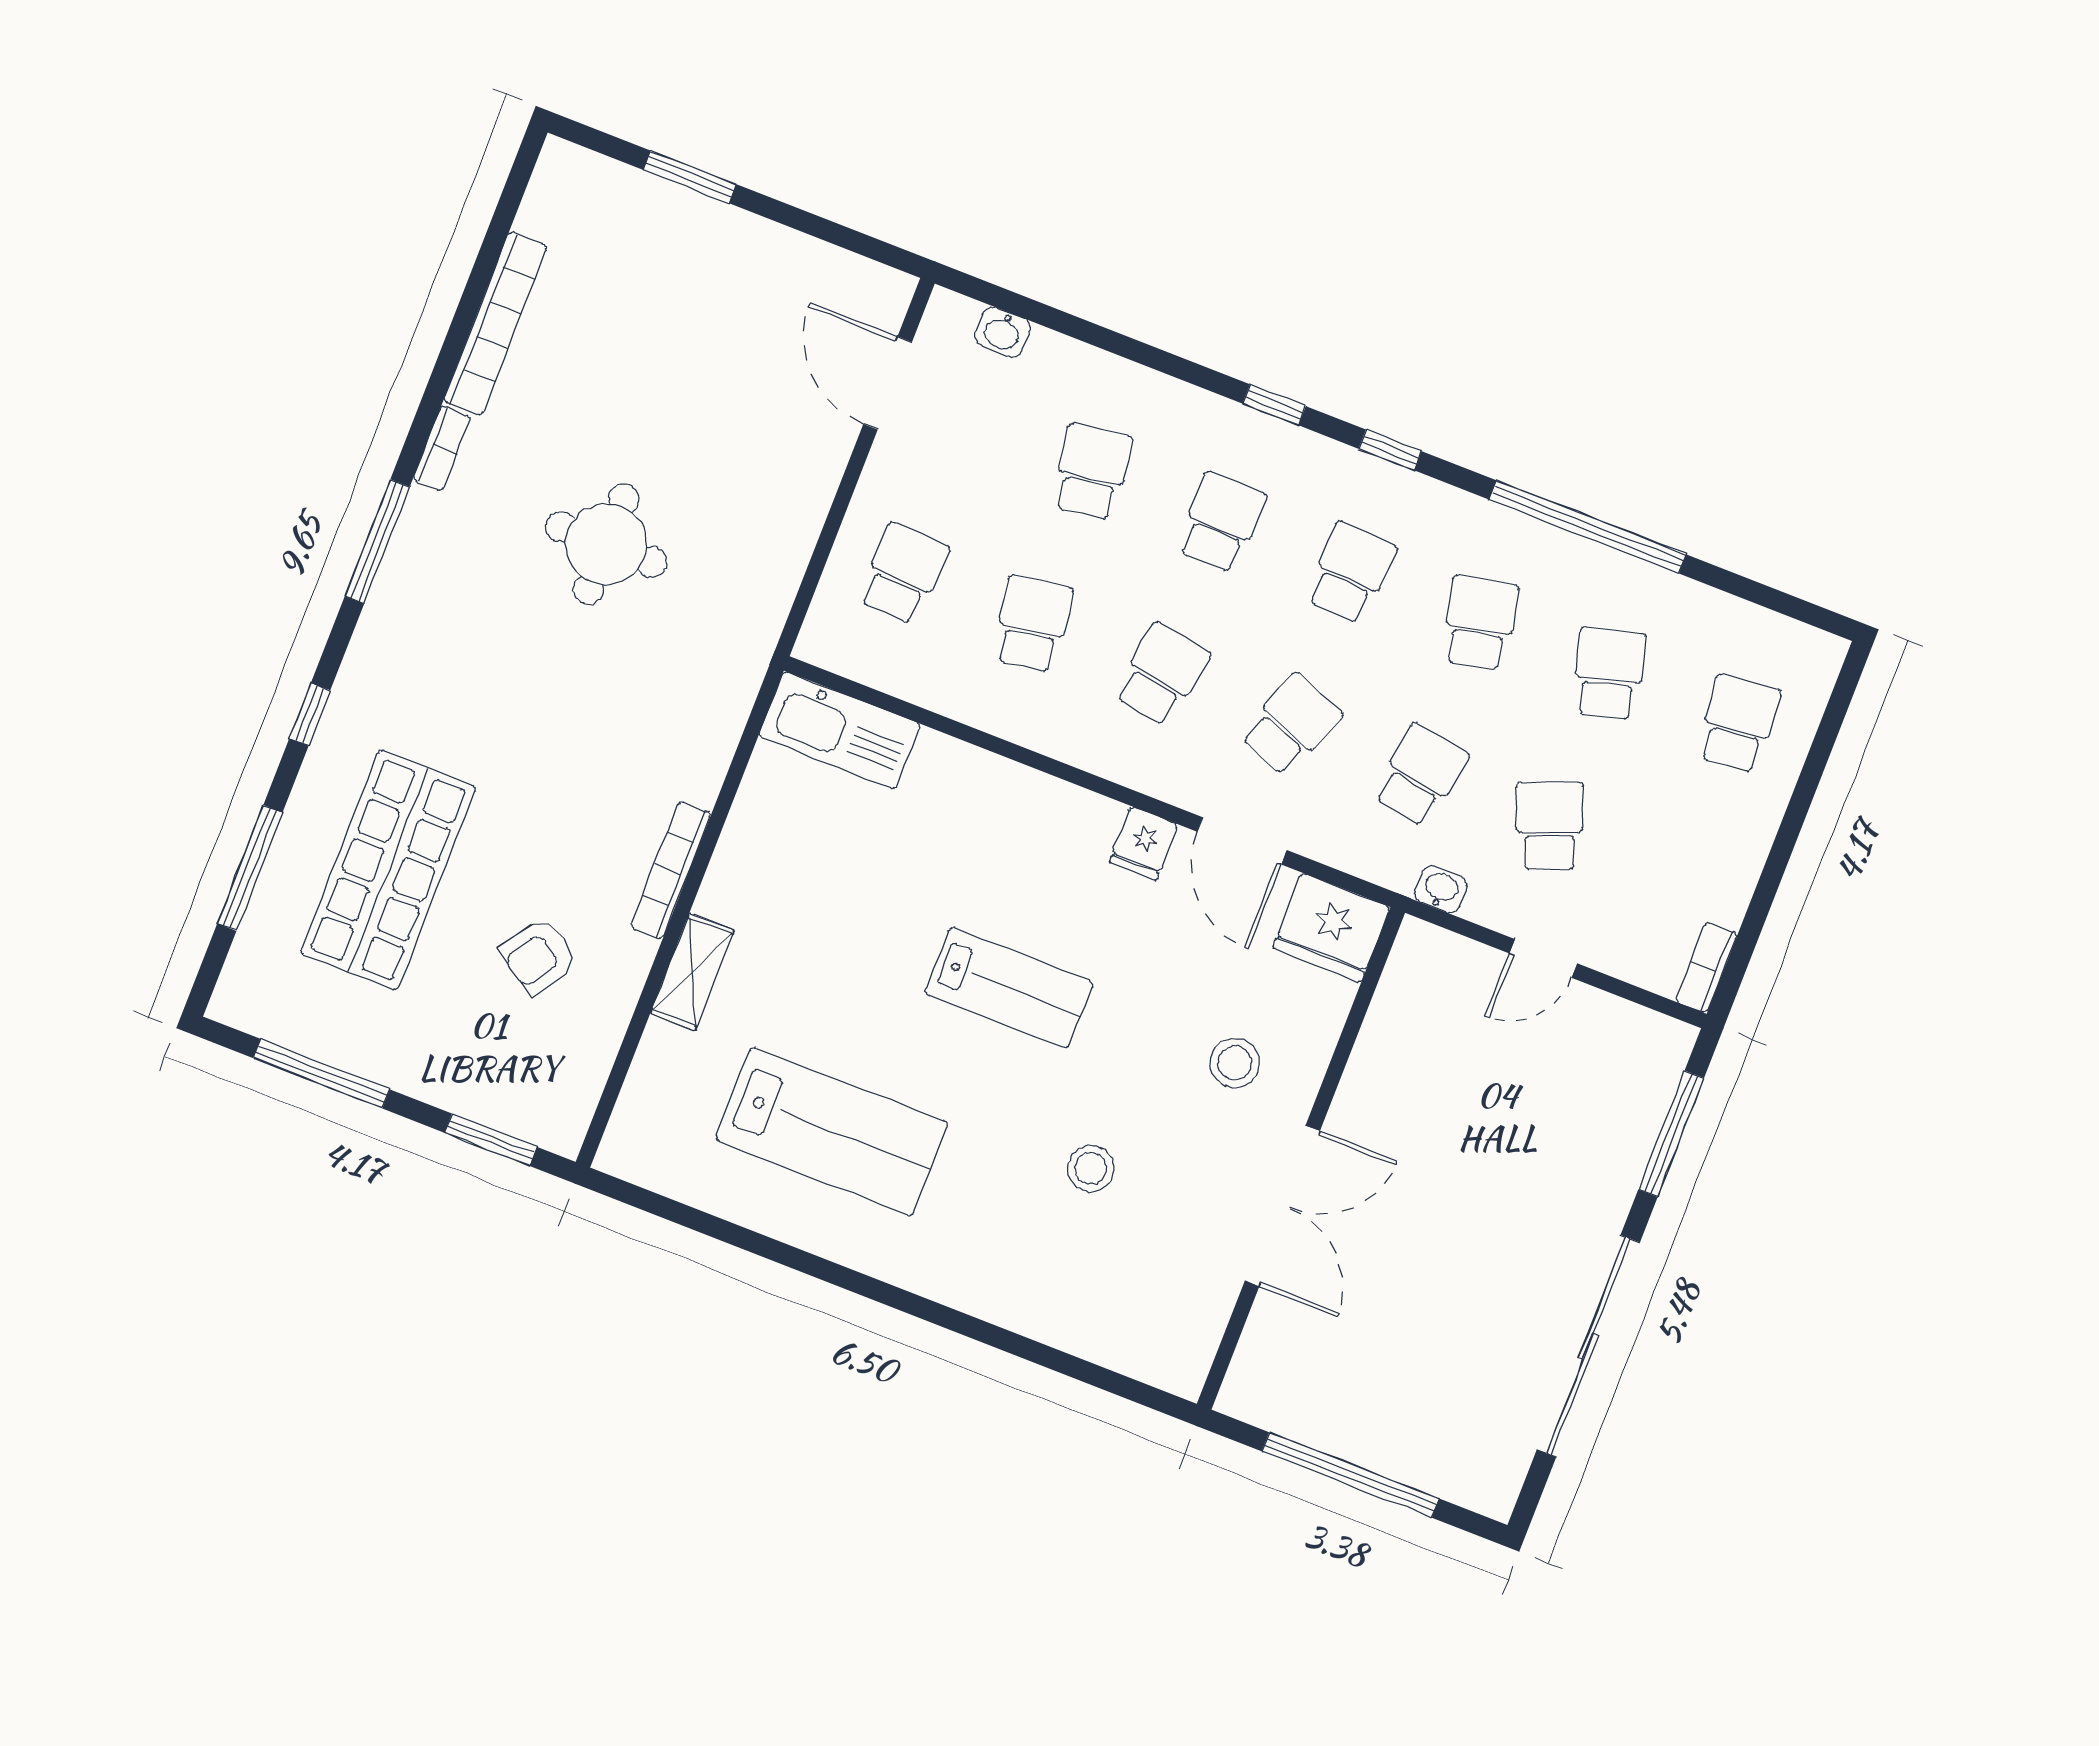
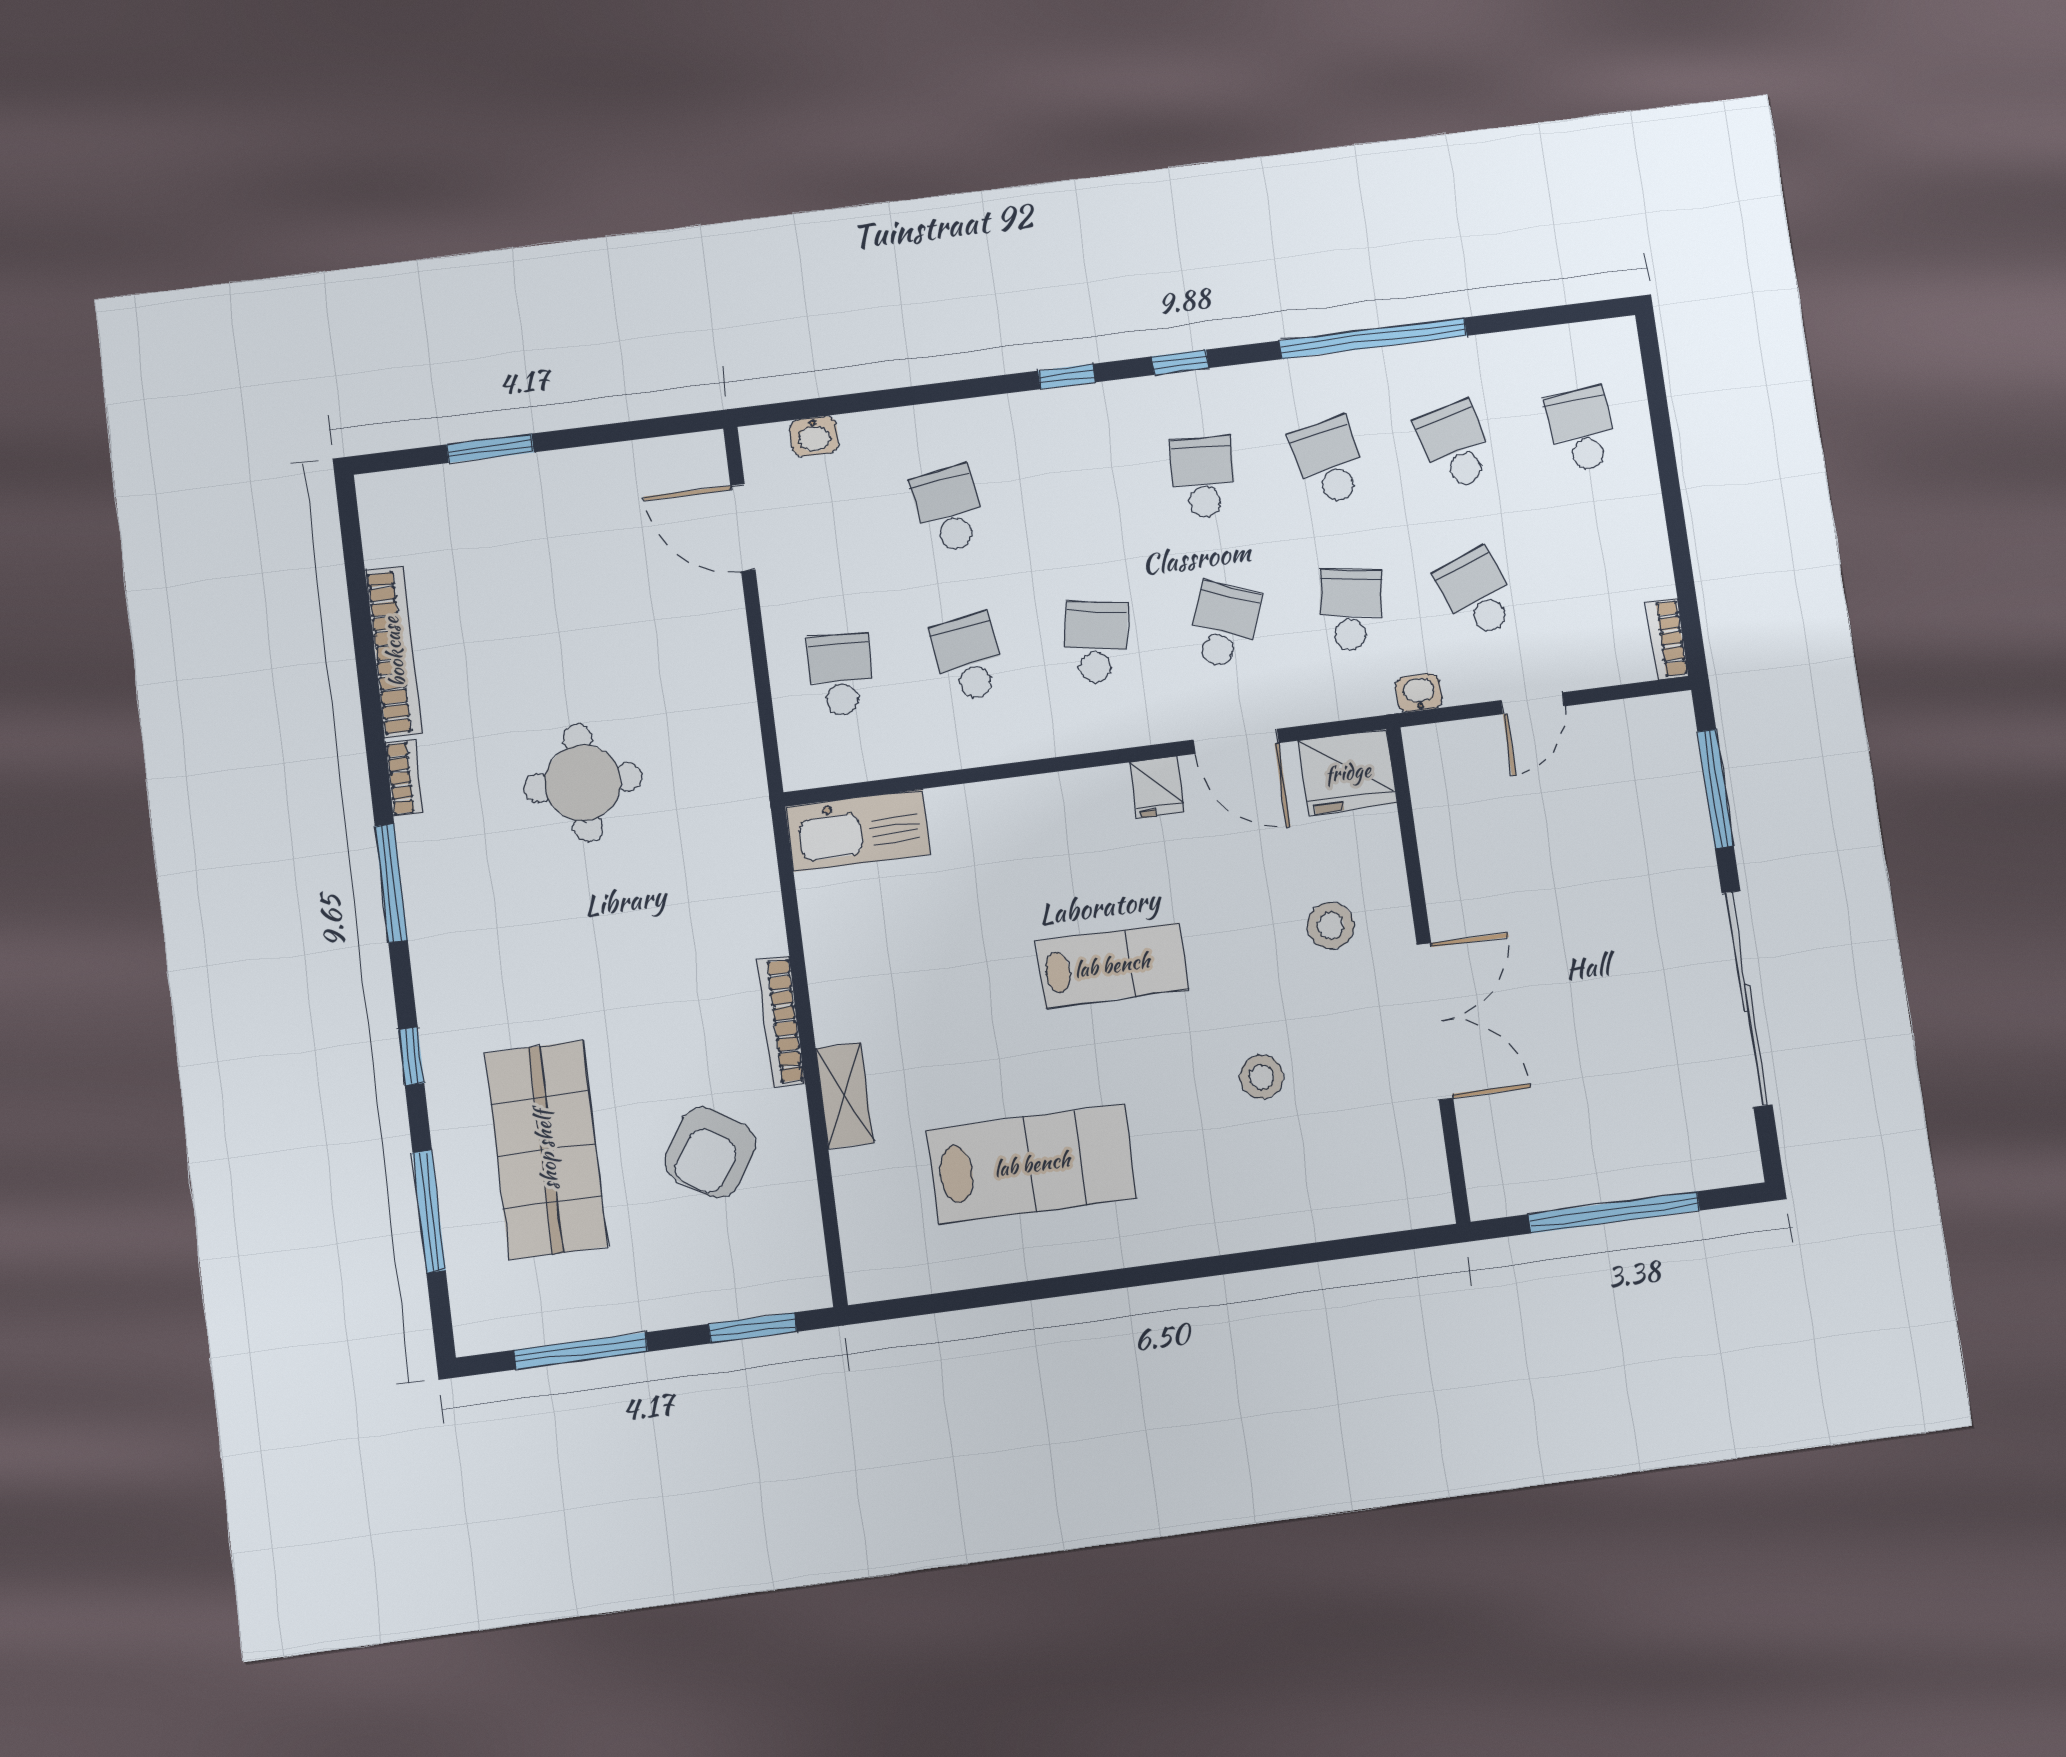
school desk: (1221, 522) -> (1076, 493), removed
armchair: (539, 956) -> (710, 1152), width x1.38, depth x1.38

